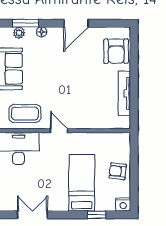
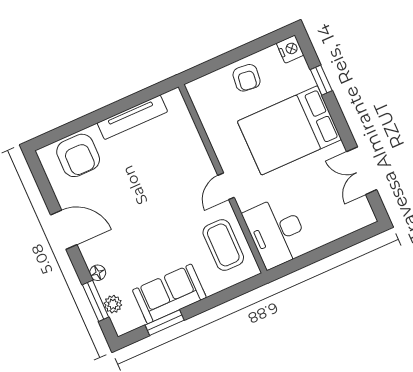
armchair: (116, 51) -> (78, 155), turned 90
bed: (82, 183) -> (289, 130), width x1.50

